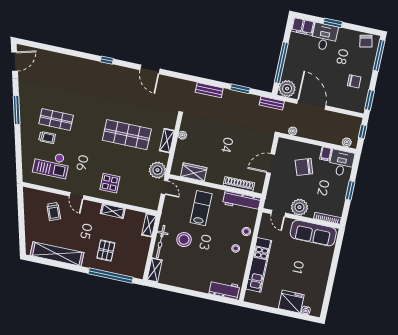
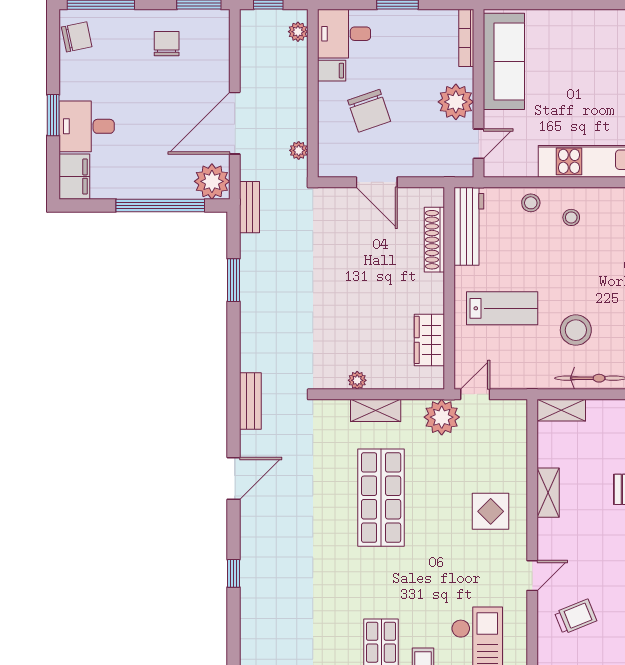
bench: (209, 90) -> (250, 401), moved
lab bench: (201, 208) -> (502, 308), turned 180

